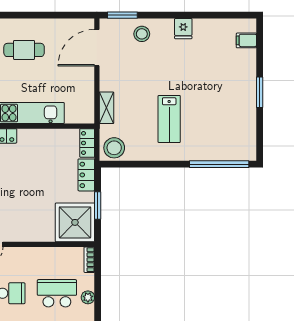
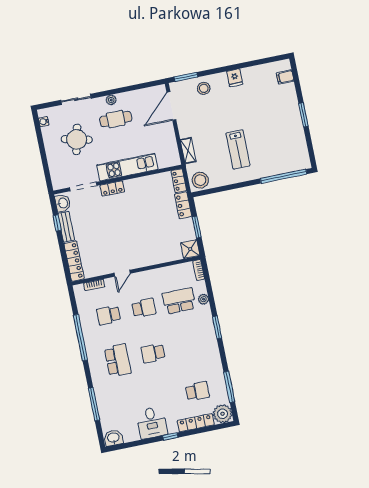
plant: (23, 25) -> (111, 100), added
shower: (75, 222) -> (190, 249), width x0.54, depth x0.54

